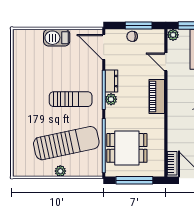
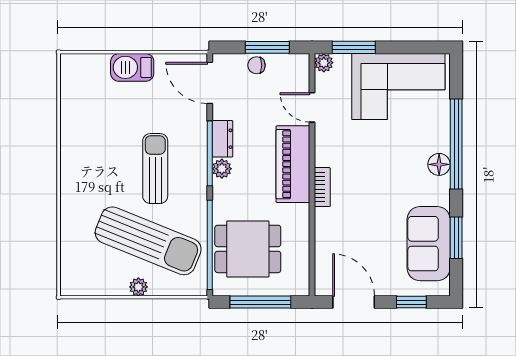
piano: (157, 96) -> (293, 164), width x1.37, depth x1.33
sun lounger: (71, 99) -> (155, 169), turned -90
sun lounger: (66, 143) -> (148, 241), turned 34
bookcase: (172, 163) -> (322, 187), moved

